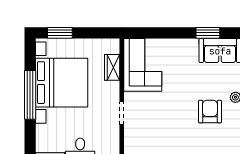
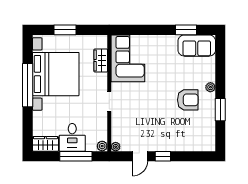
window: (60, 33) -> (65, 30), moved
armchair: (210, 112) -> (188, 100), turned 90

